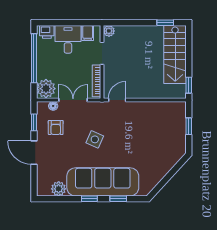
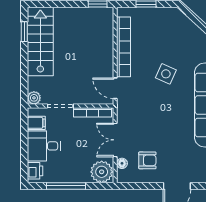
stairs: (175, 55) -> (40, 42), moved, turned -90
window: (34, 58) -> (66, 186), width x0.68
bookcase: (152, 107) -> (124, 47), added
window: (34, 122) -> (141, 186), removed
side table: (95, 139) -> (166, 74), moved

